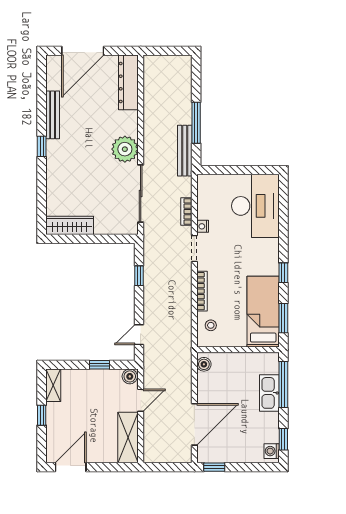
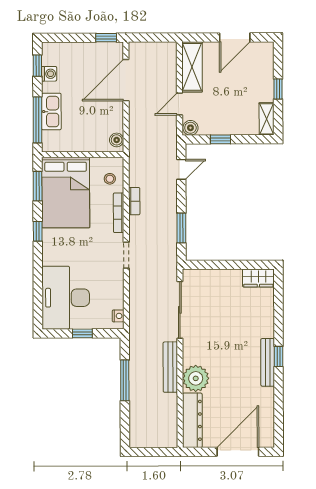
bench: (53, 115) -> (268, 362), moved
plant: (125, 149) -> (196, 378), moved
bench: (185, 151) -> (170, 367), moved
window: (239, 170) -> (82, 333), added
bookcase: (186, 212) -> (134, 201), moved
wardrobe: (70, 225) -> (258, 278), width x0.67
nightstand: (203, 226) -> (118, 316), moved
window: (139, 276) -> (181, 228), width x1.50
bed: (263, 312) -> (66, 193), width x1.50
washing machine: (272, 451) -> (49, 74), moved
door: (71, 467) -> (235, 37), moved

